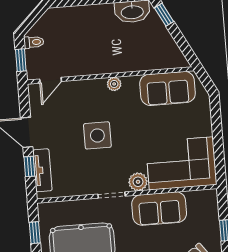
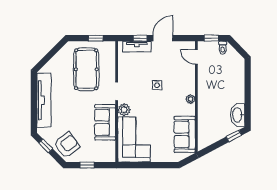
side table: (97, 135) -> (157, 85), width x0.54, depth x0.54

